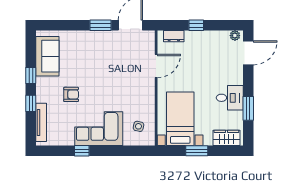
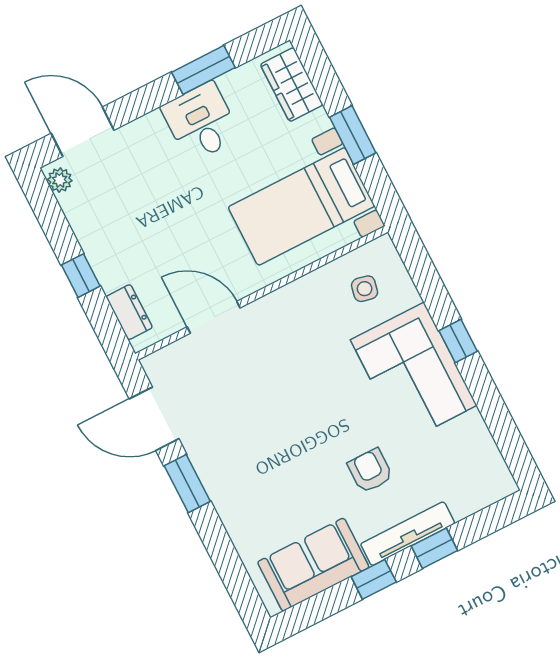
tv unit: (41, 122) -> (408, 534), moved
window: (82, 151) -> (458, 341), moved

